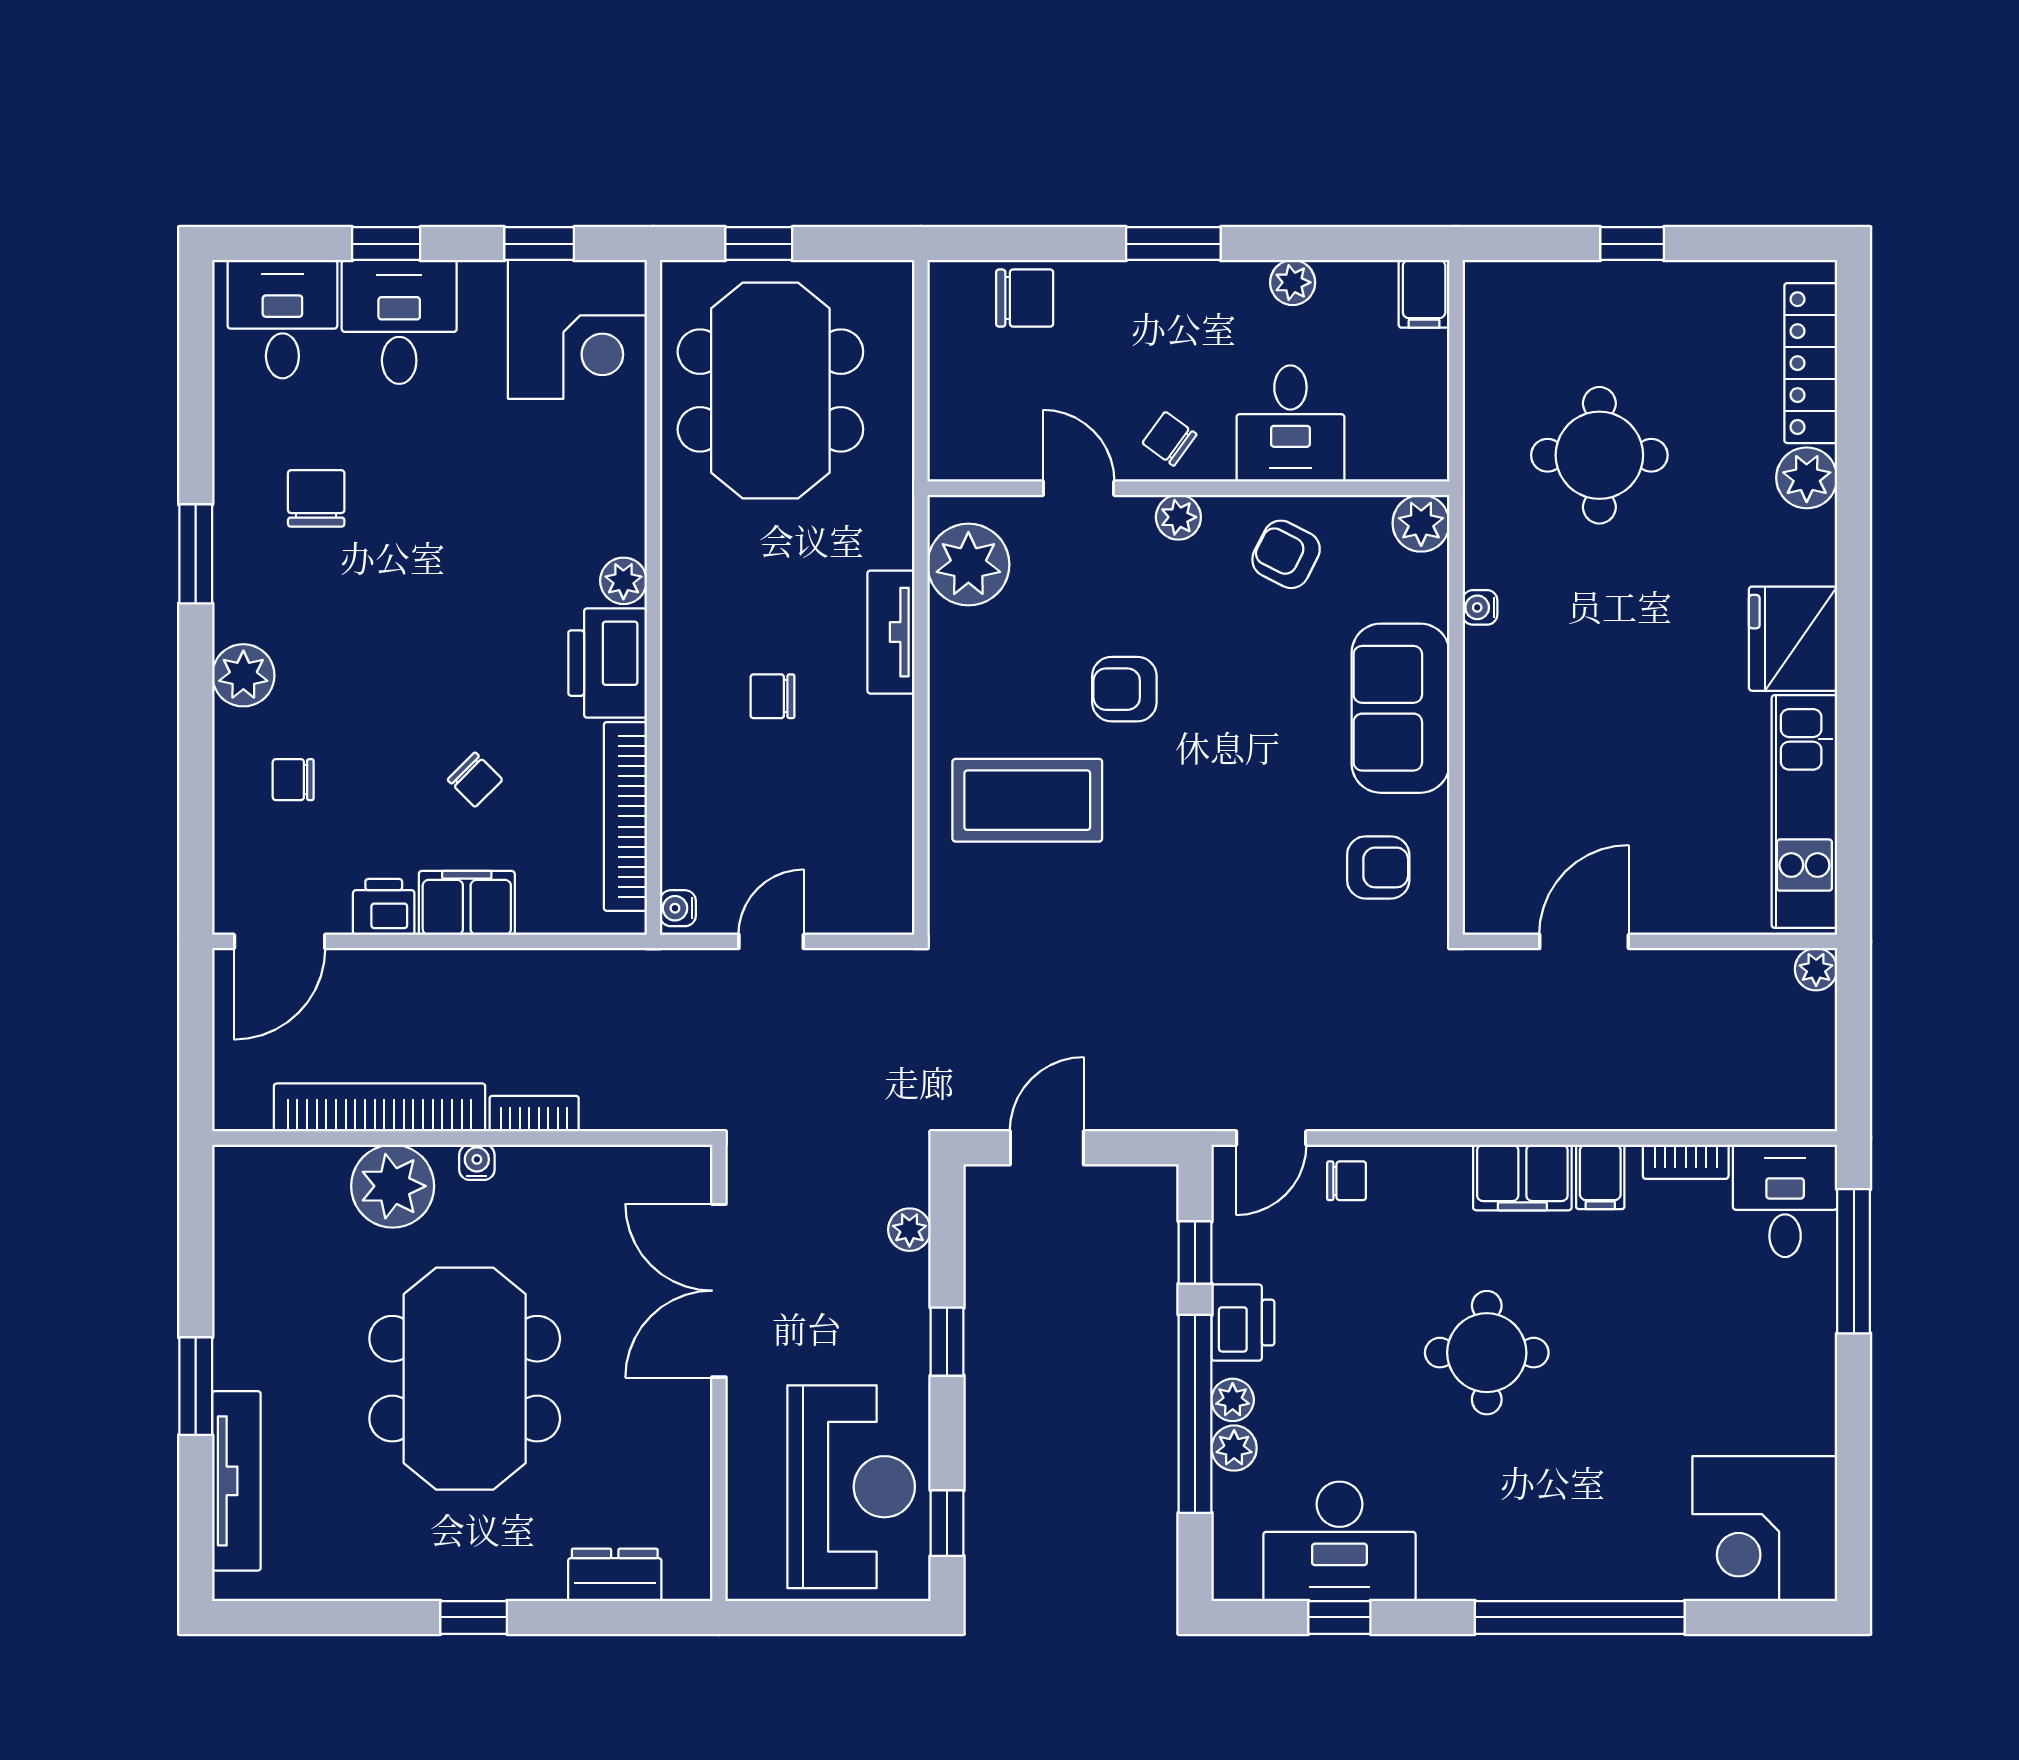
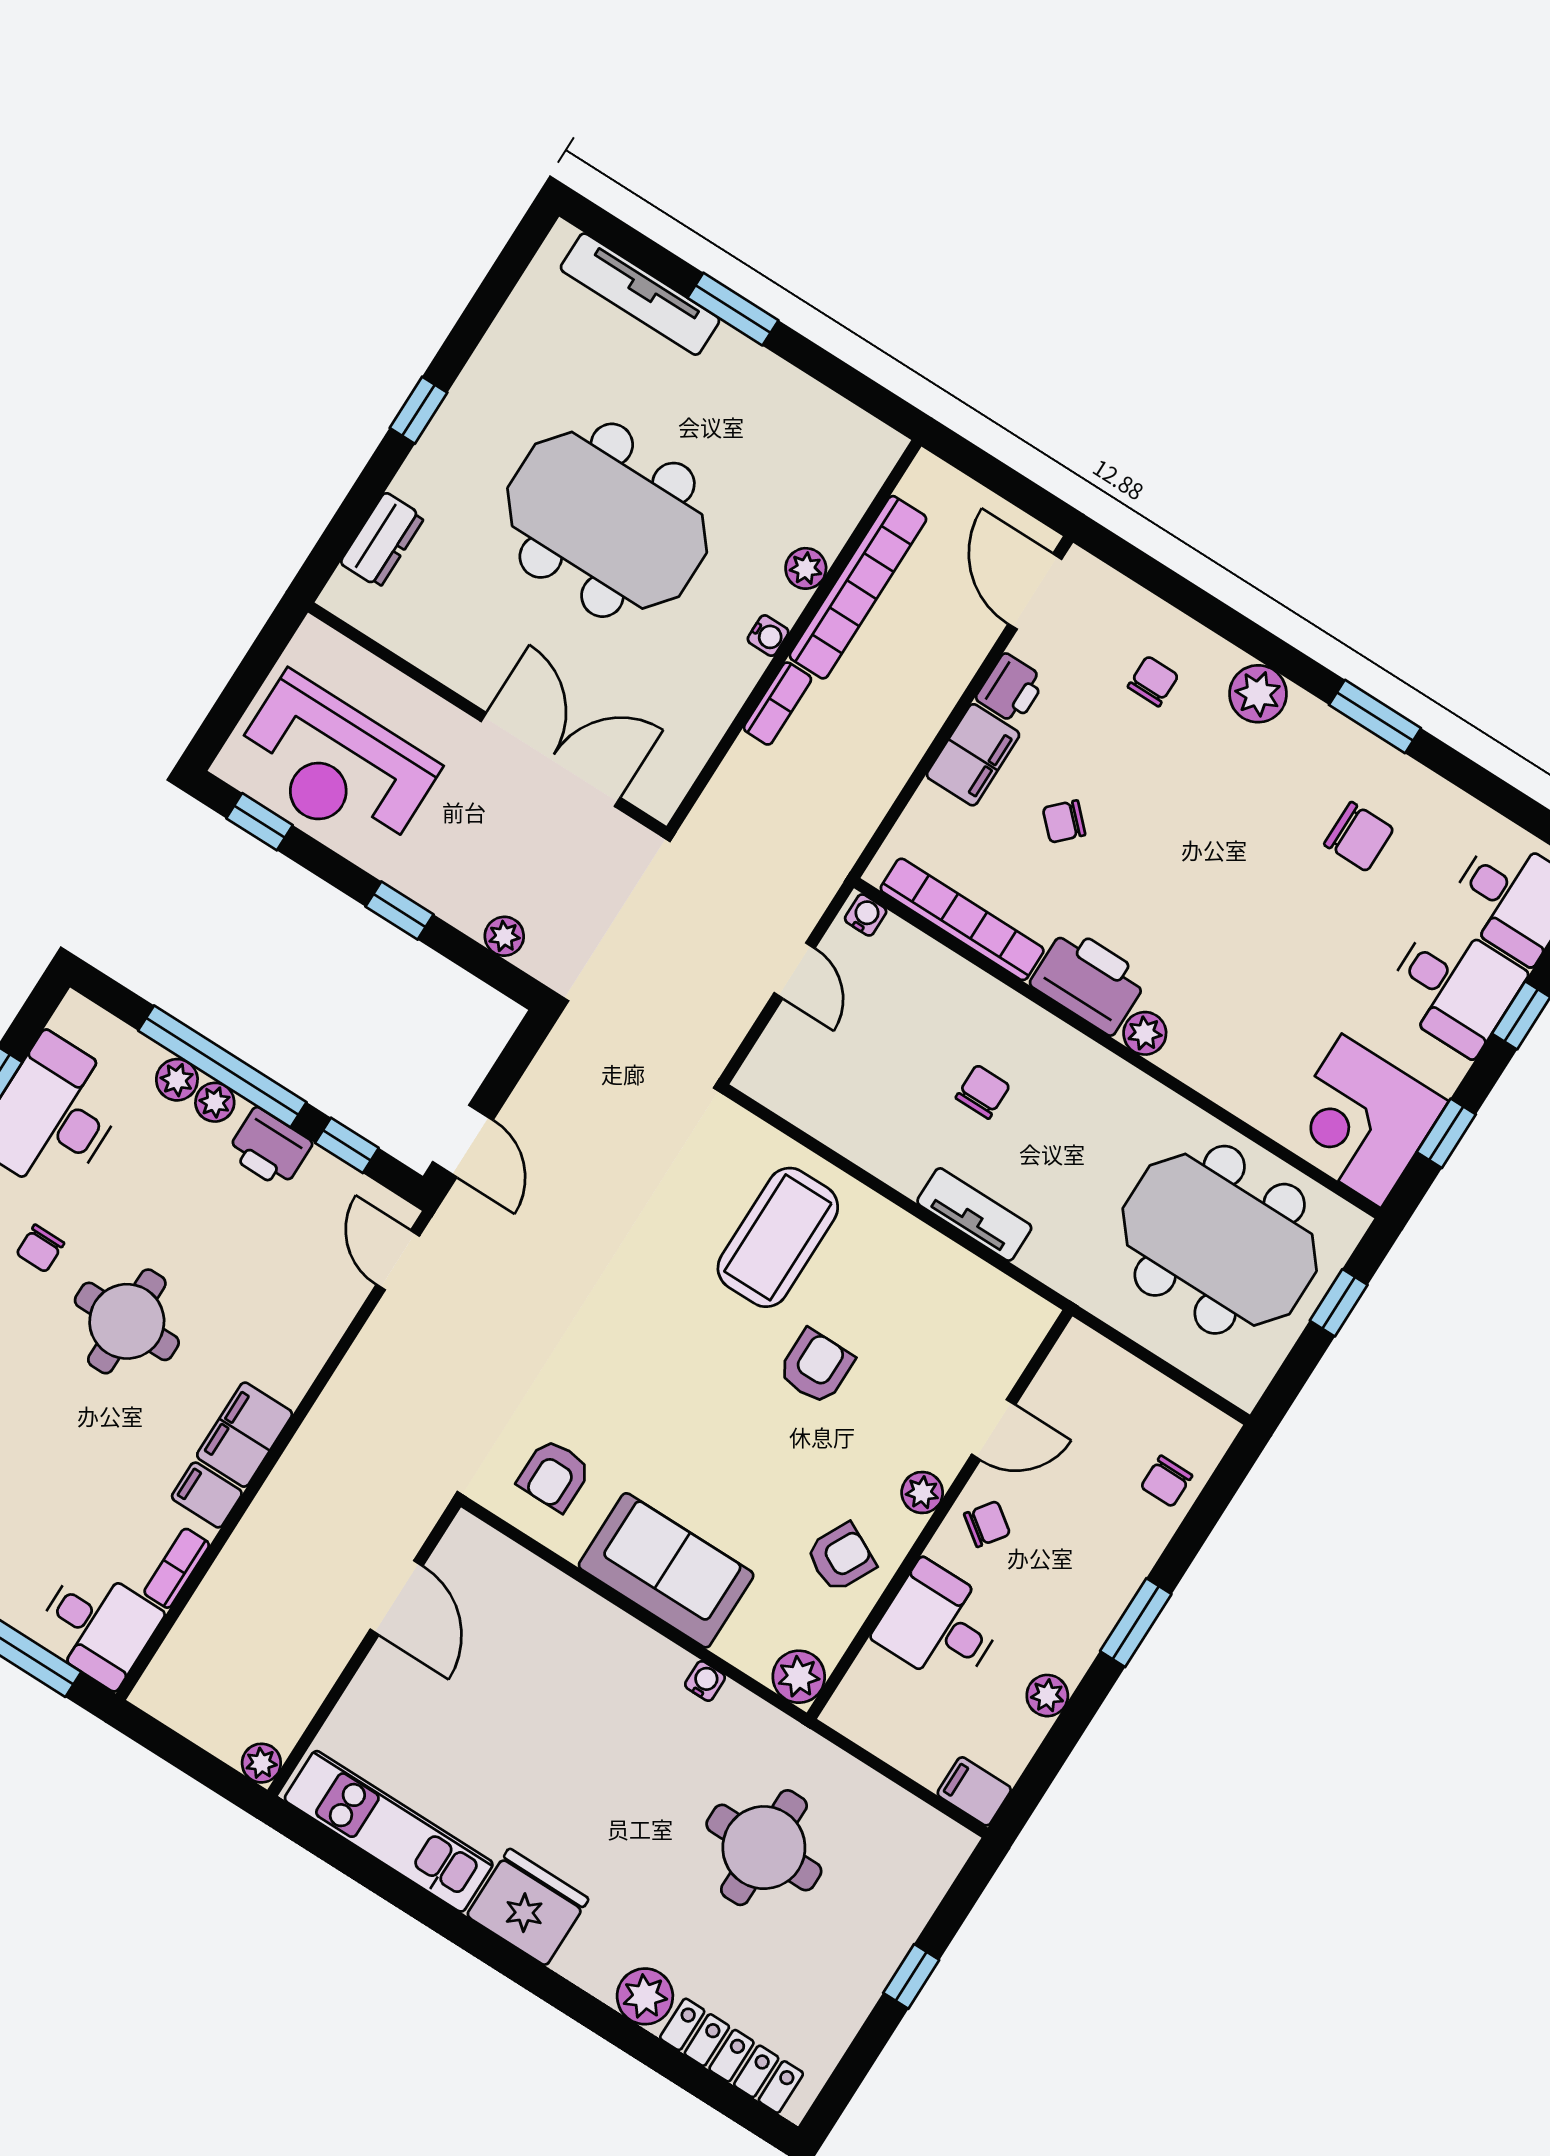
chair: (1025, 298) -> (1166, 1481), width x0.73, depth x0.73
plant: (968, 565) -> (988, 1307), removed
door: (1047, 1148) -> (463, 1141), moved
chair: (1347, 1181) -> (40, 1248), moved
plant: (393, 1186) -> (806, 568), width x0.53, depth x0.53

